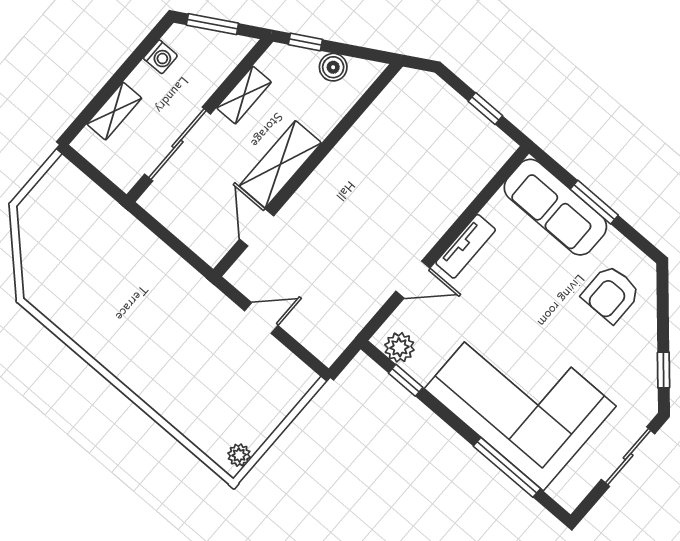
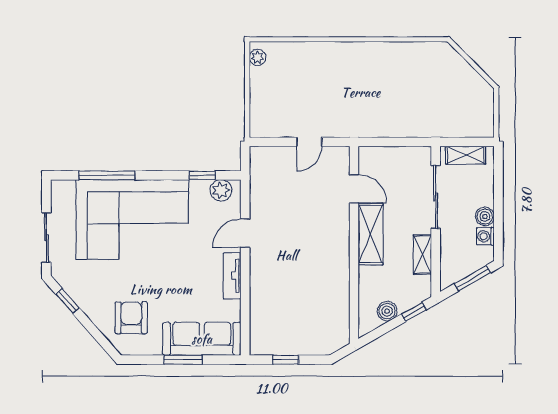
boiler: (143, 78) -> (485, 216), added
shelving: (114, 111) -> (466, 155), moved, turned 90

